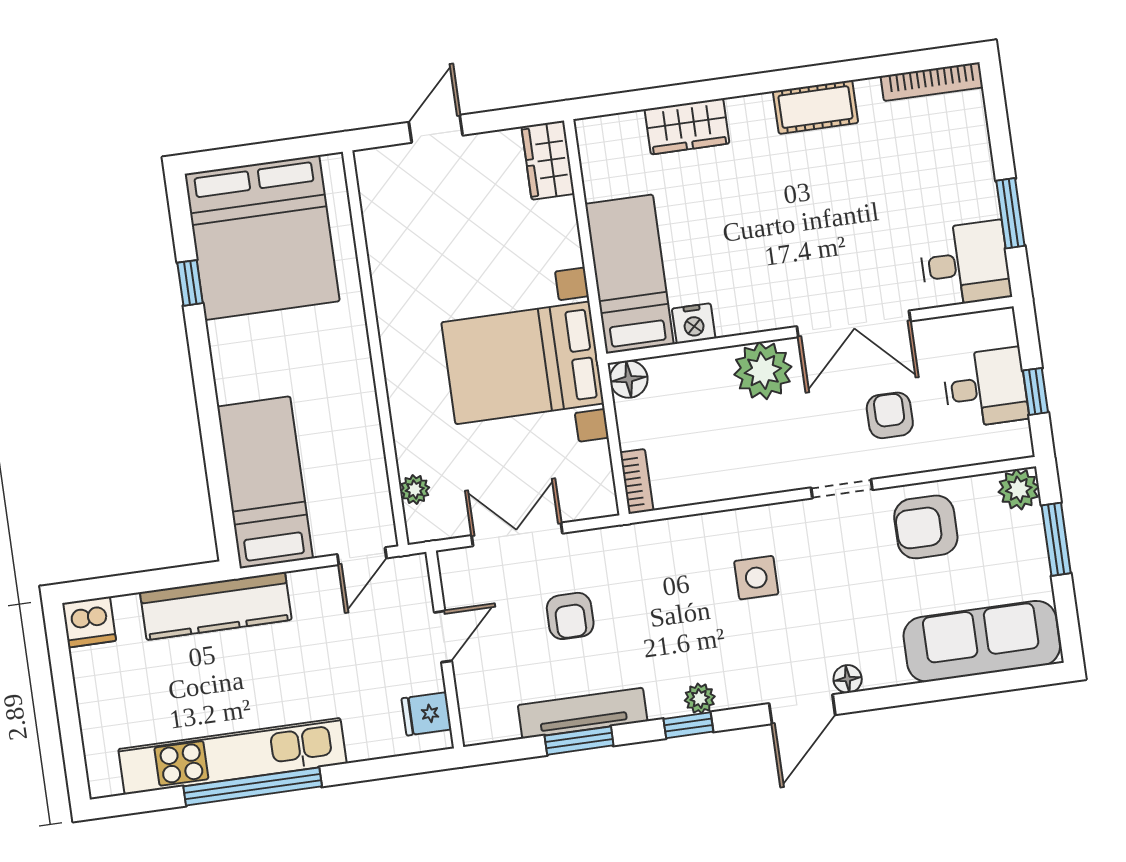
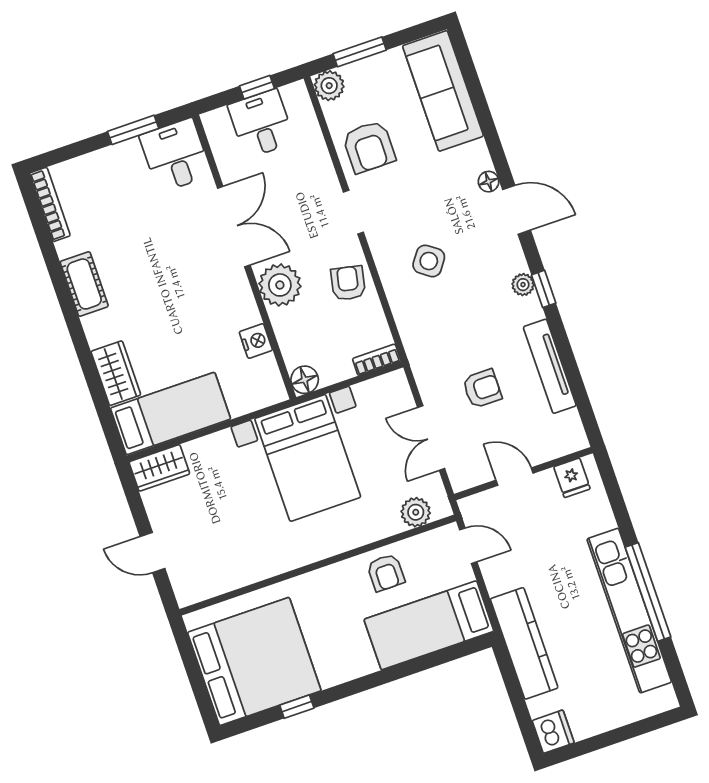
bed: (629, 274) -> (170, 414), moved, turned 180
armchair: (890, 415) -> (348, 283), moved, turned 102
armchair: (347, 438) -> (386, 573), added
plant: (415, 489) -> (416, 512), width x1.38, depth x1.38
side table: (756, 578) -> (429, 261), turned 36
window: (579, 741) -> (570, 365), removed

